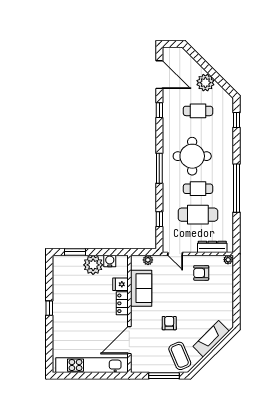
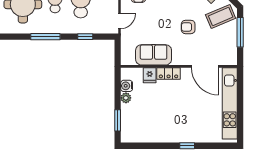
window: (159, 168) -> (45, 37), moved
plant: (148, 260) -> (126, 48), removed
plant: (93, 265) -> (126, 98), width x0.53, depth x0.53
window: (49, 308) -> (187, 146), moved

